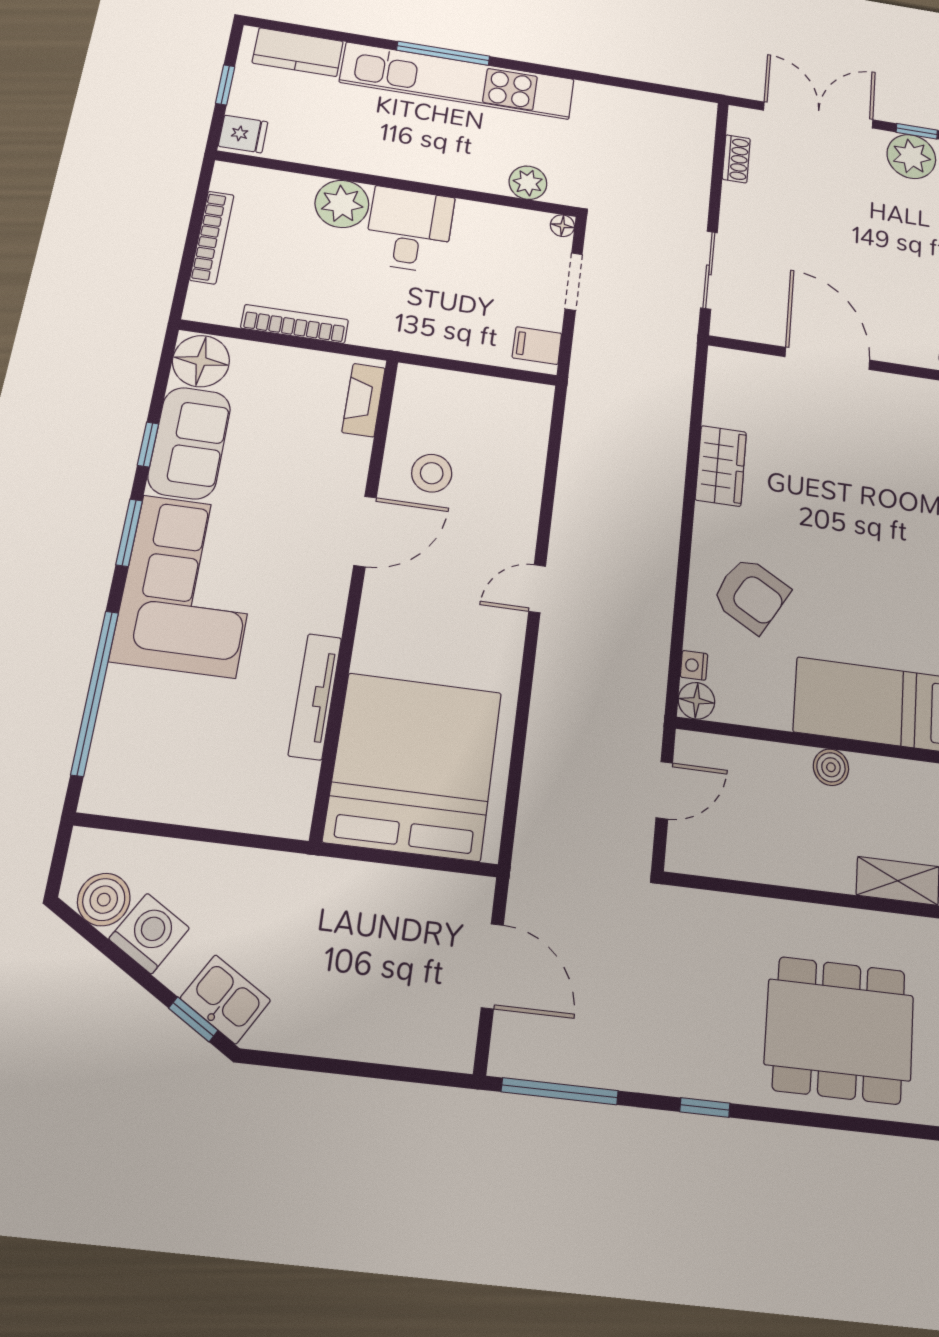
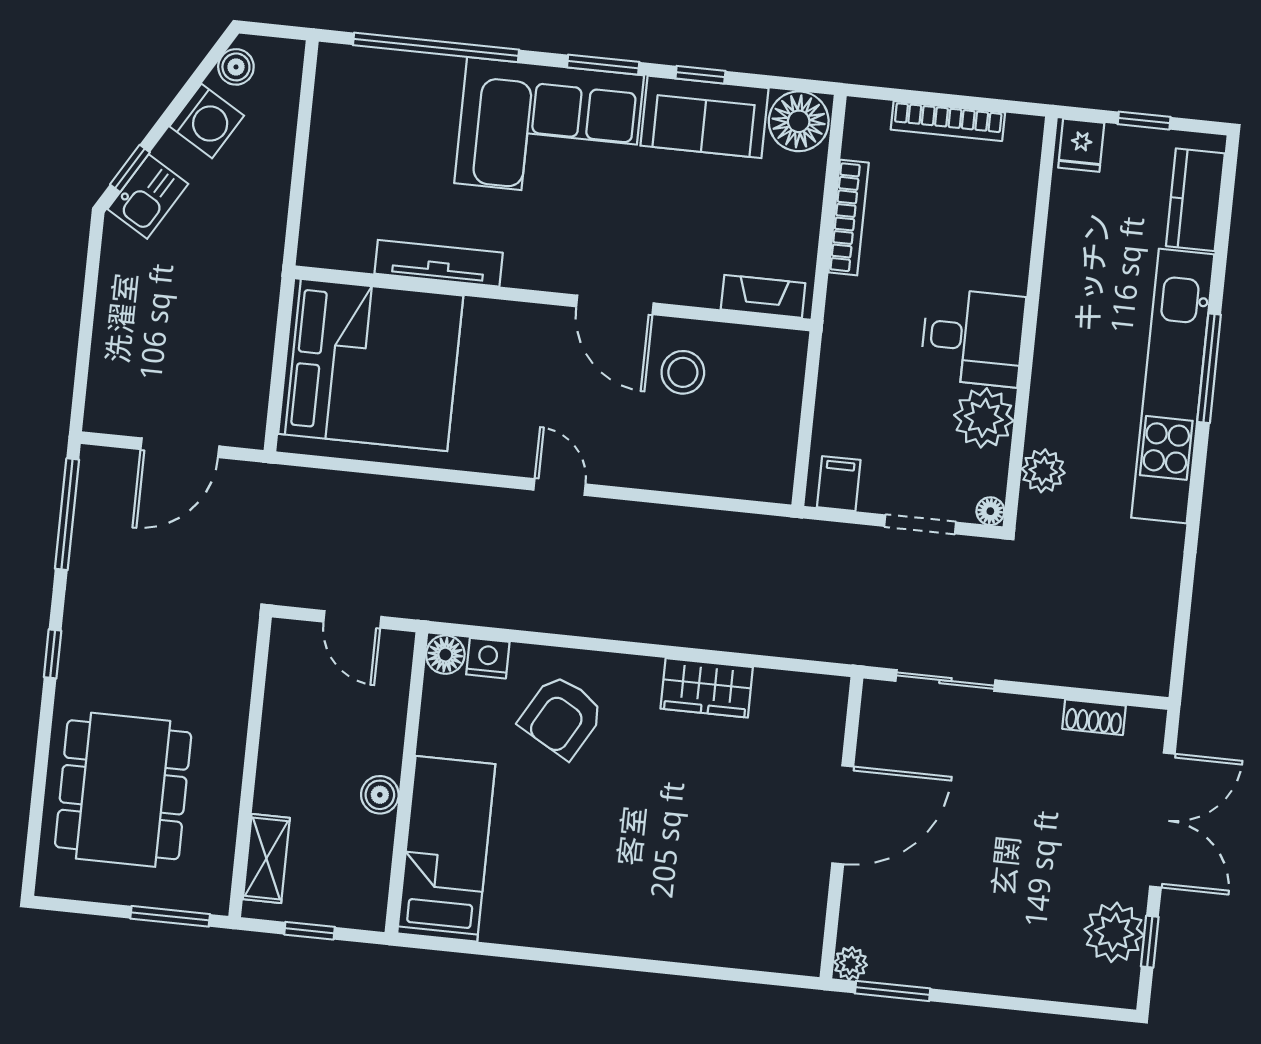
plant: (342, 204) -> (984, 418), moved
nightstand: (694, 665) -> (488, 658), width x1.39, depth x1.35
boiler: (104, 900) -> (236, 67), width x0.73, depth x0.73

